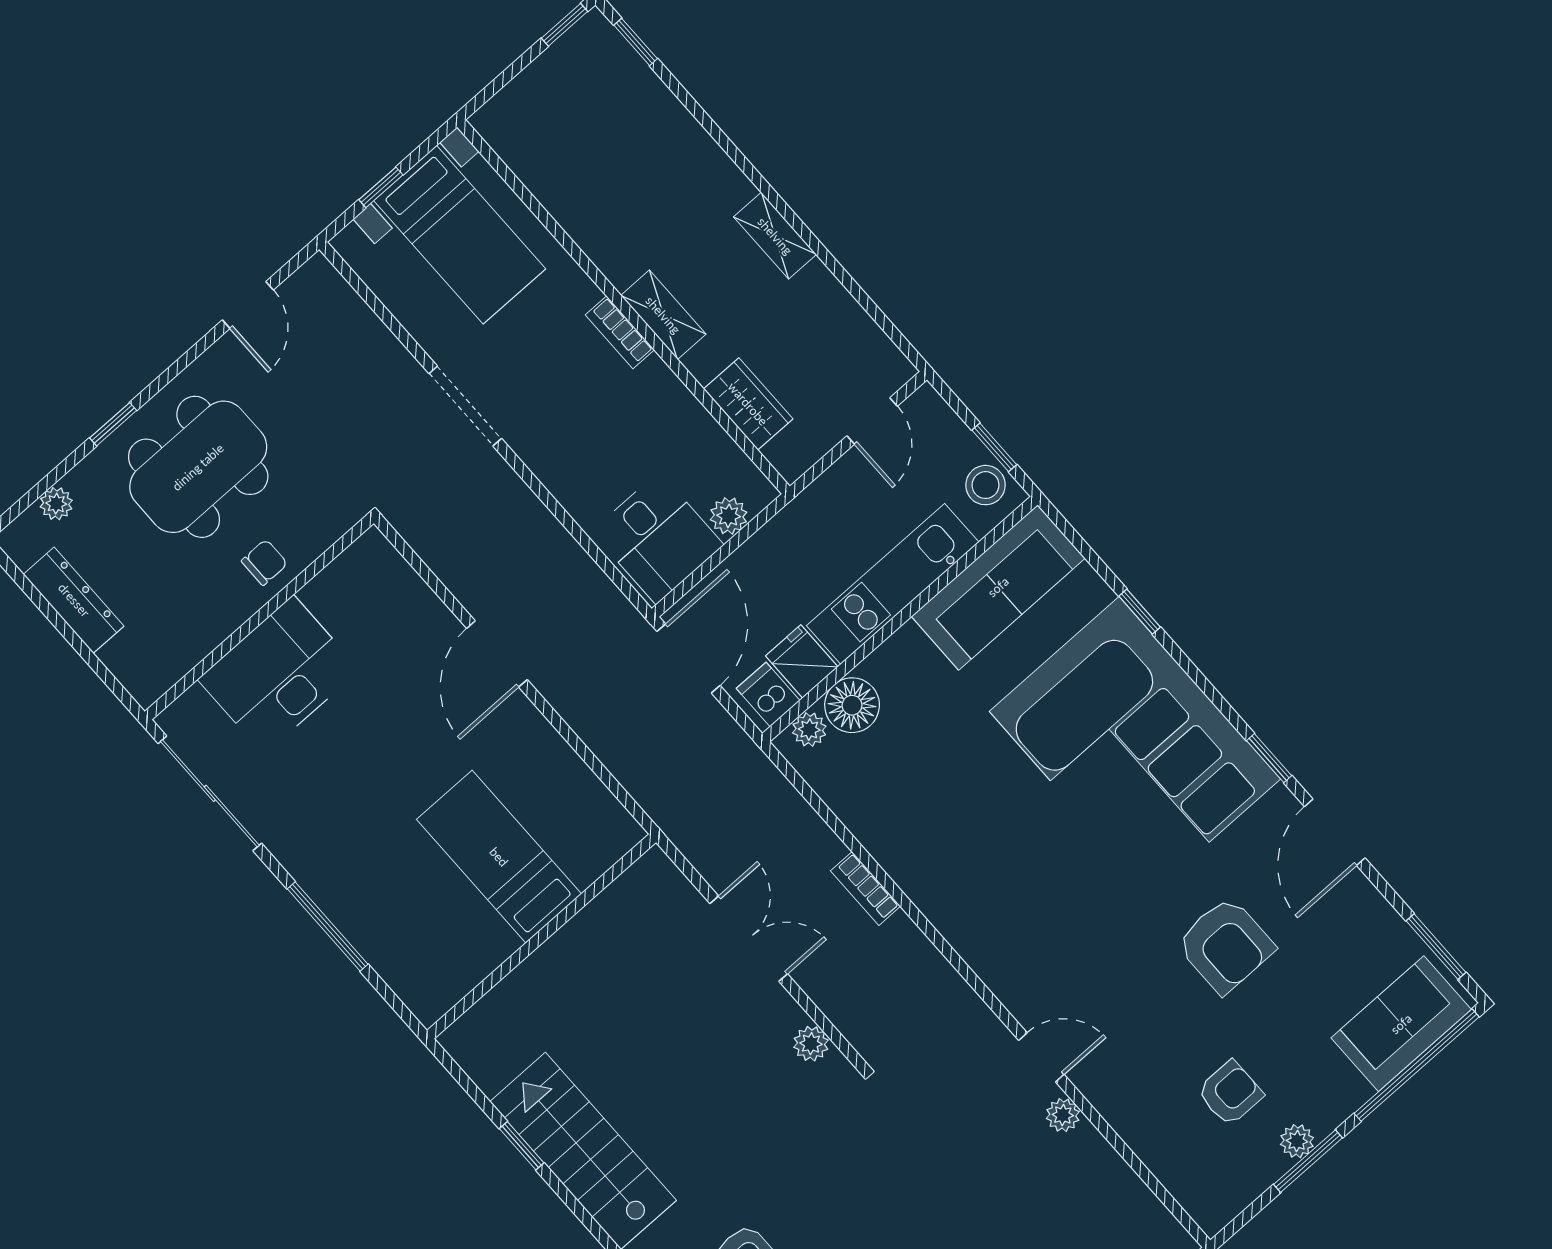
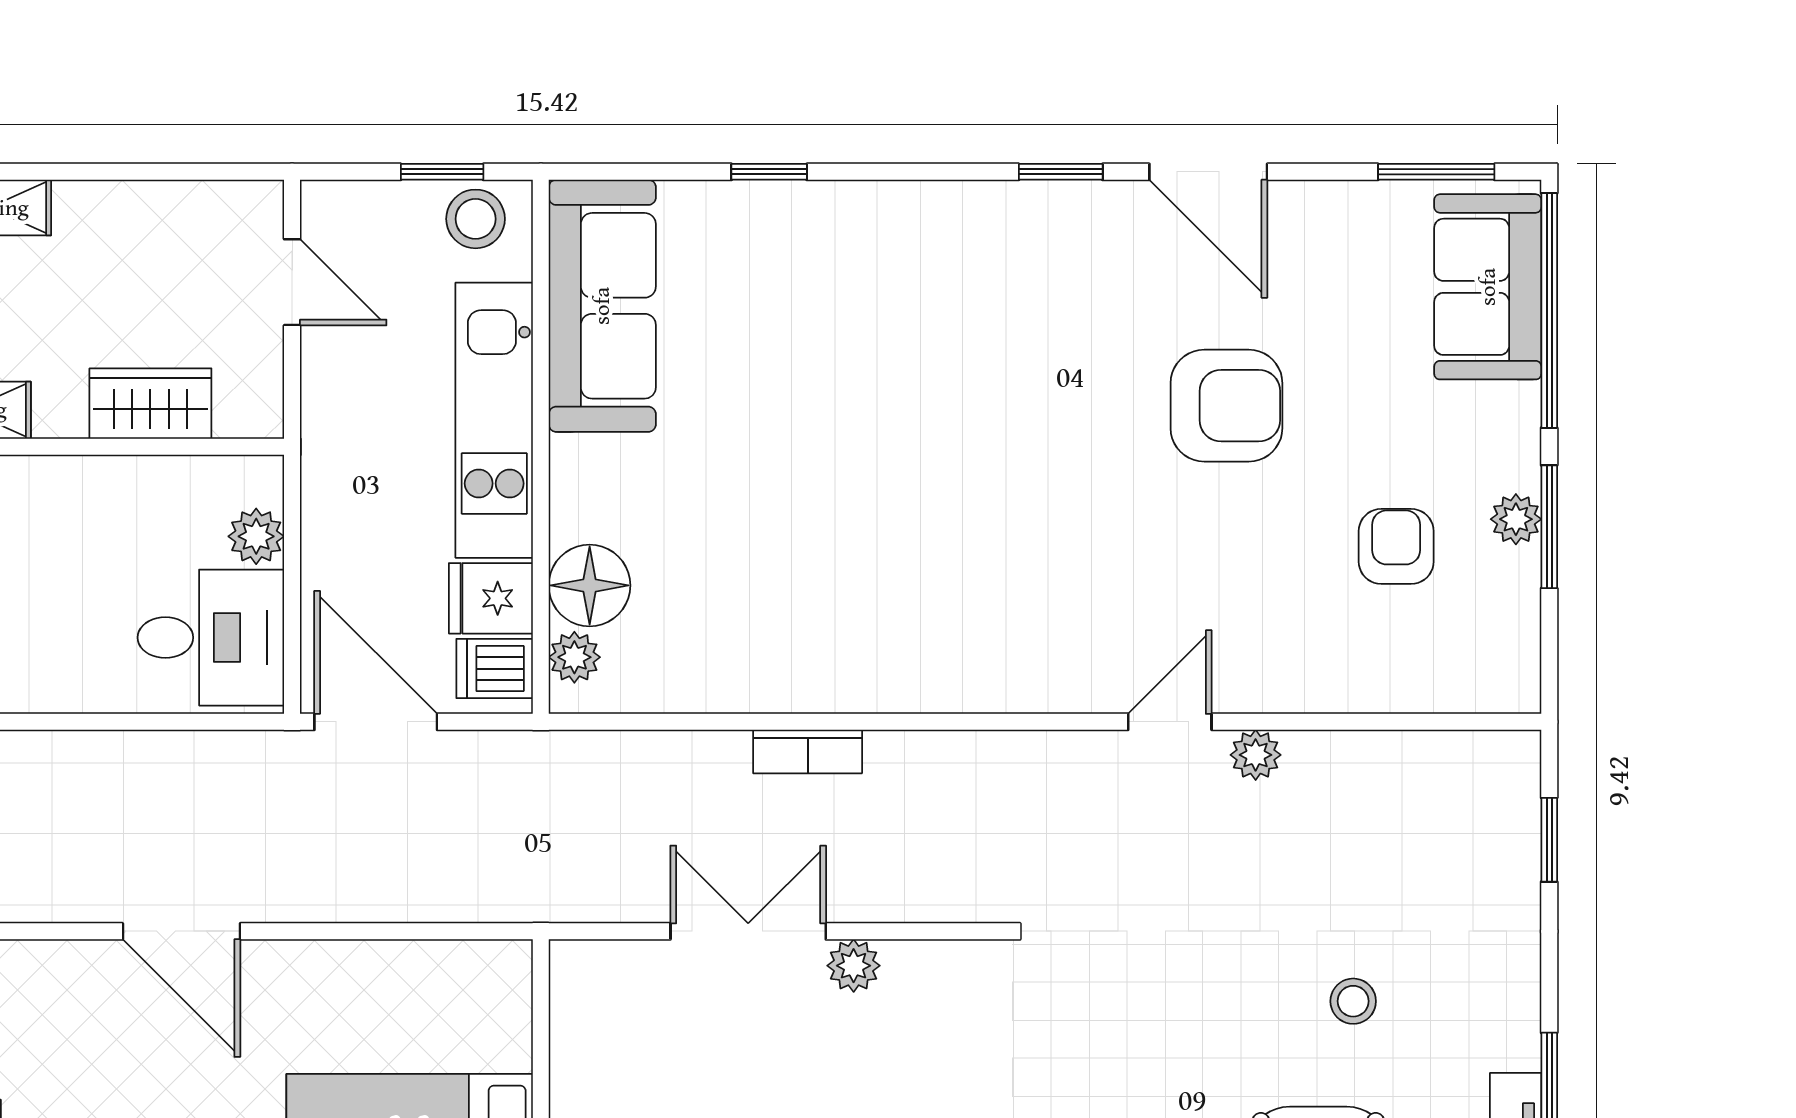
corner sofa: (1135, 745) -> (914, 309), removed
plant: (811, 1044) -> (854, 966), moved

